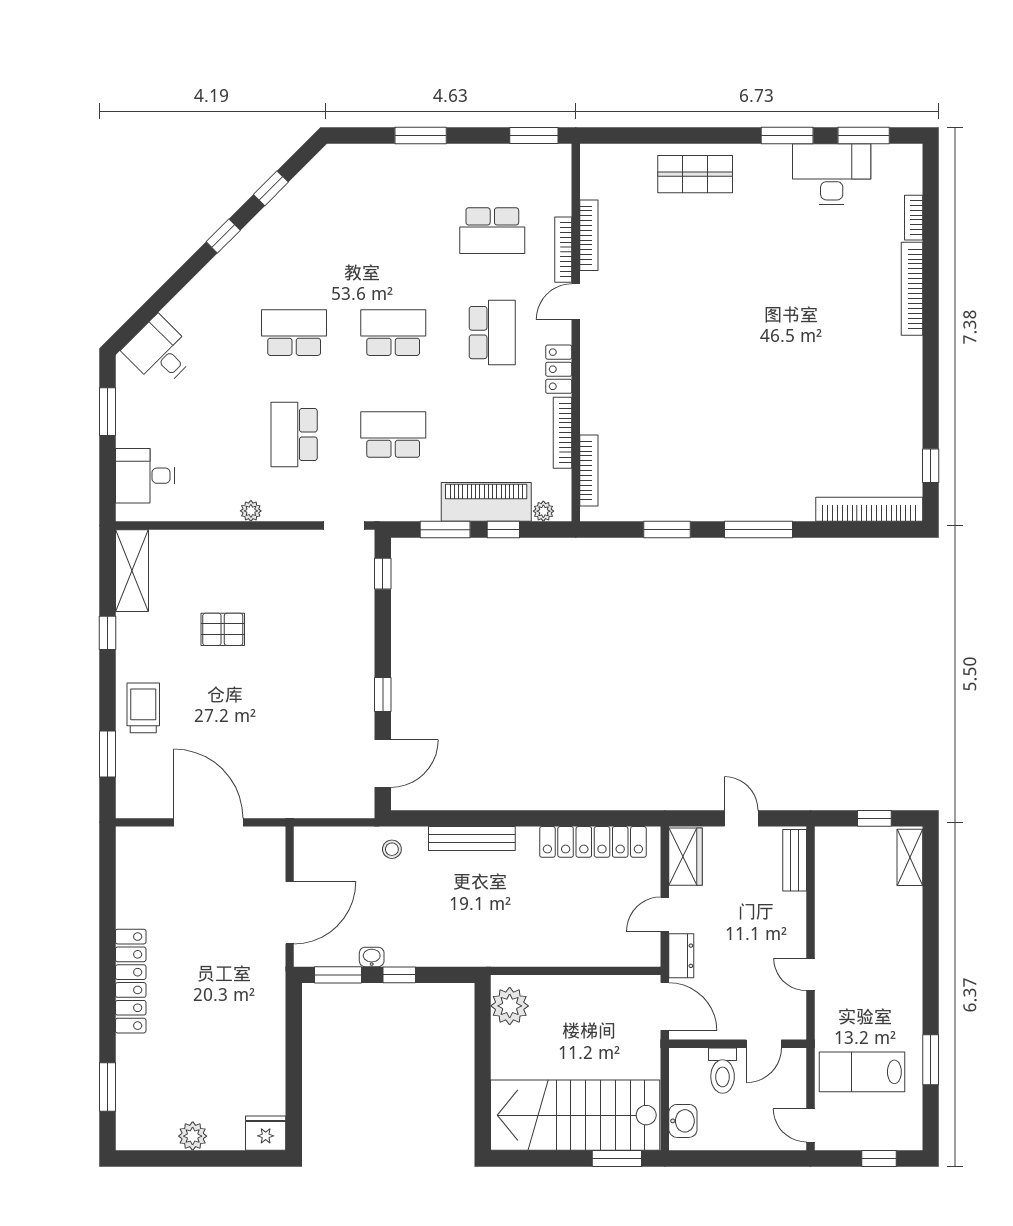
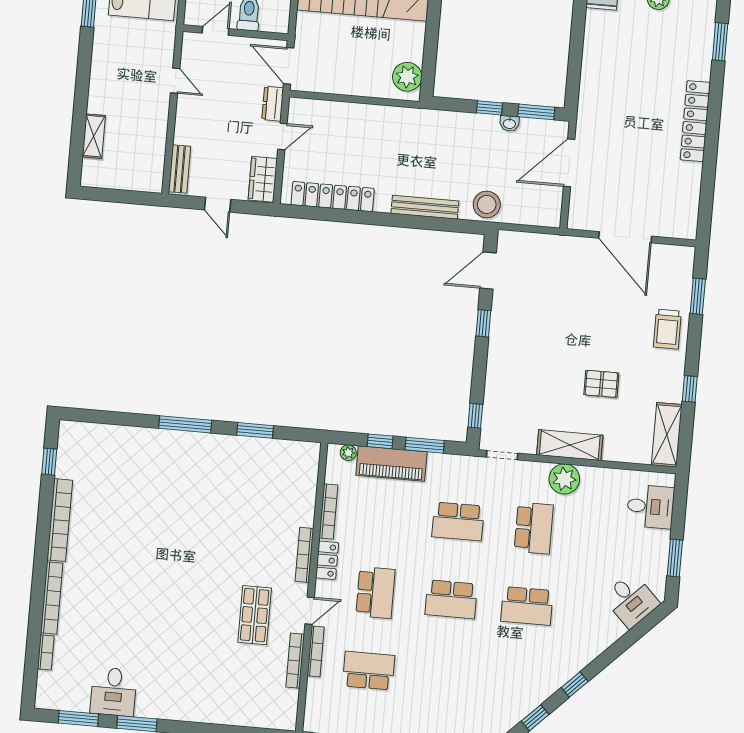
shop shelf: (695, 174) -> (255, 615), moved, turned 90
desk: (832, 174) -> (114, 692), width x0.73
school desk: (492, 333) -> (375, 593), turned 180
bookcase: (589, 471) -> (304, 555), moved
bookcase: (869, 509) -> (60, 520), moved, turned -90
plant: (251, 511) -> (564, 479), width x1.87, depth x1.87
shelving: (257, 546) -> (570, 445), added
window: (874, 818) -> (116, 196), removed
stool: (392, 849) -> (487, 204), width x1.89, depth x1.89
shelving: (910, 857) -> (94, 136), moved

